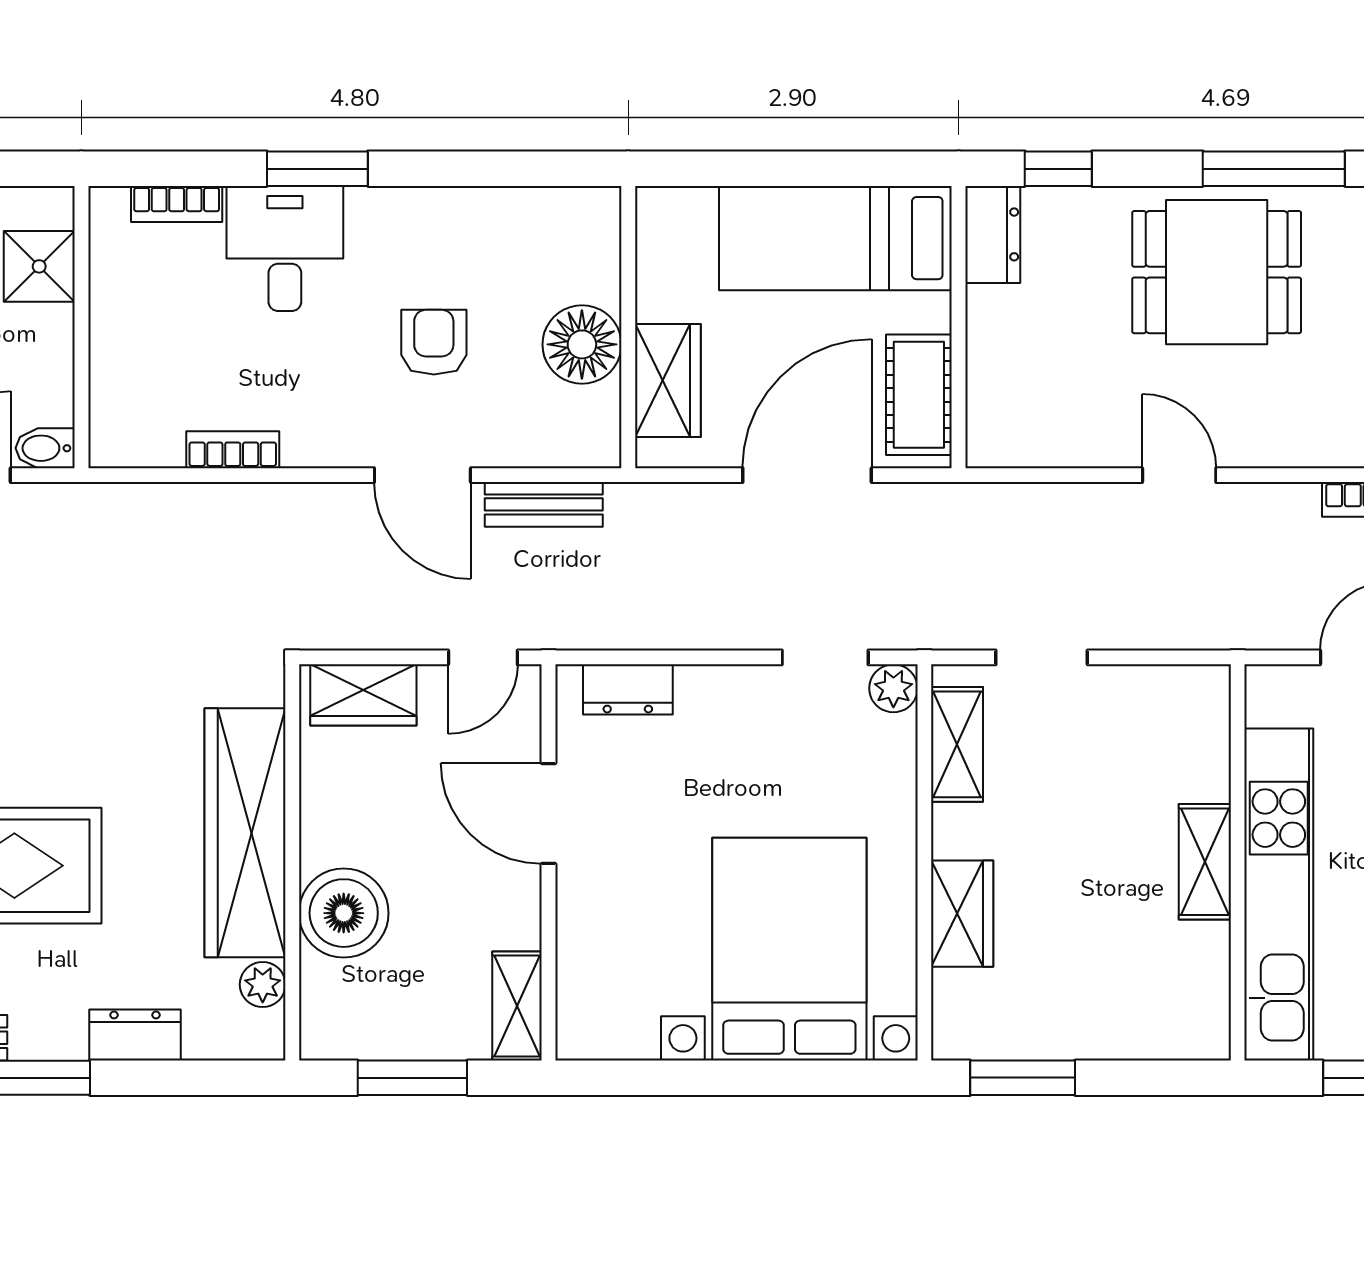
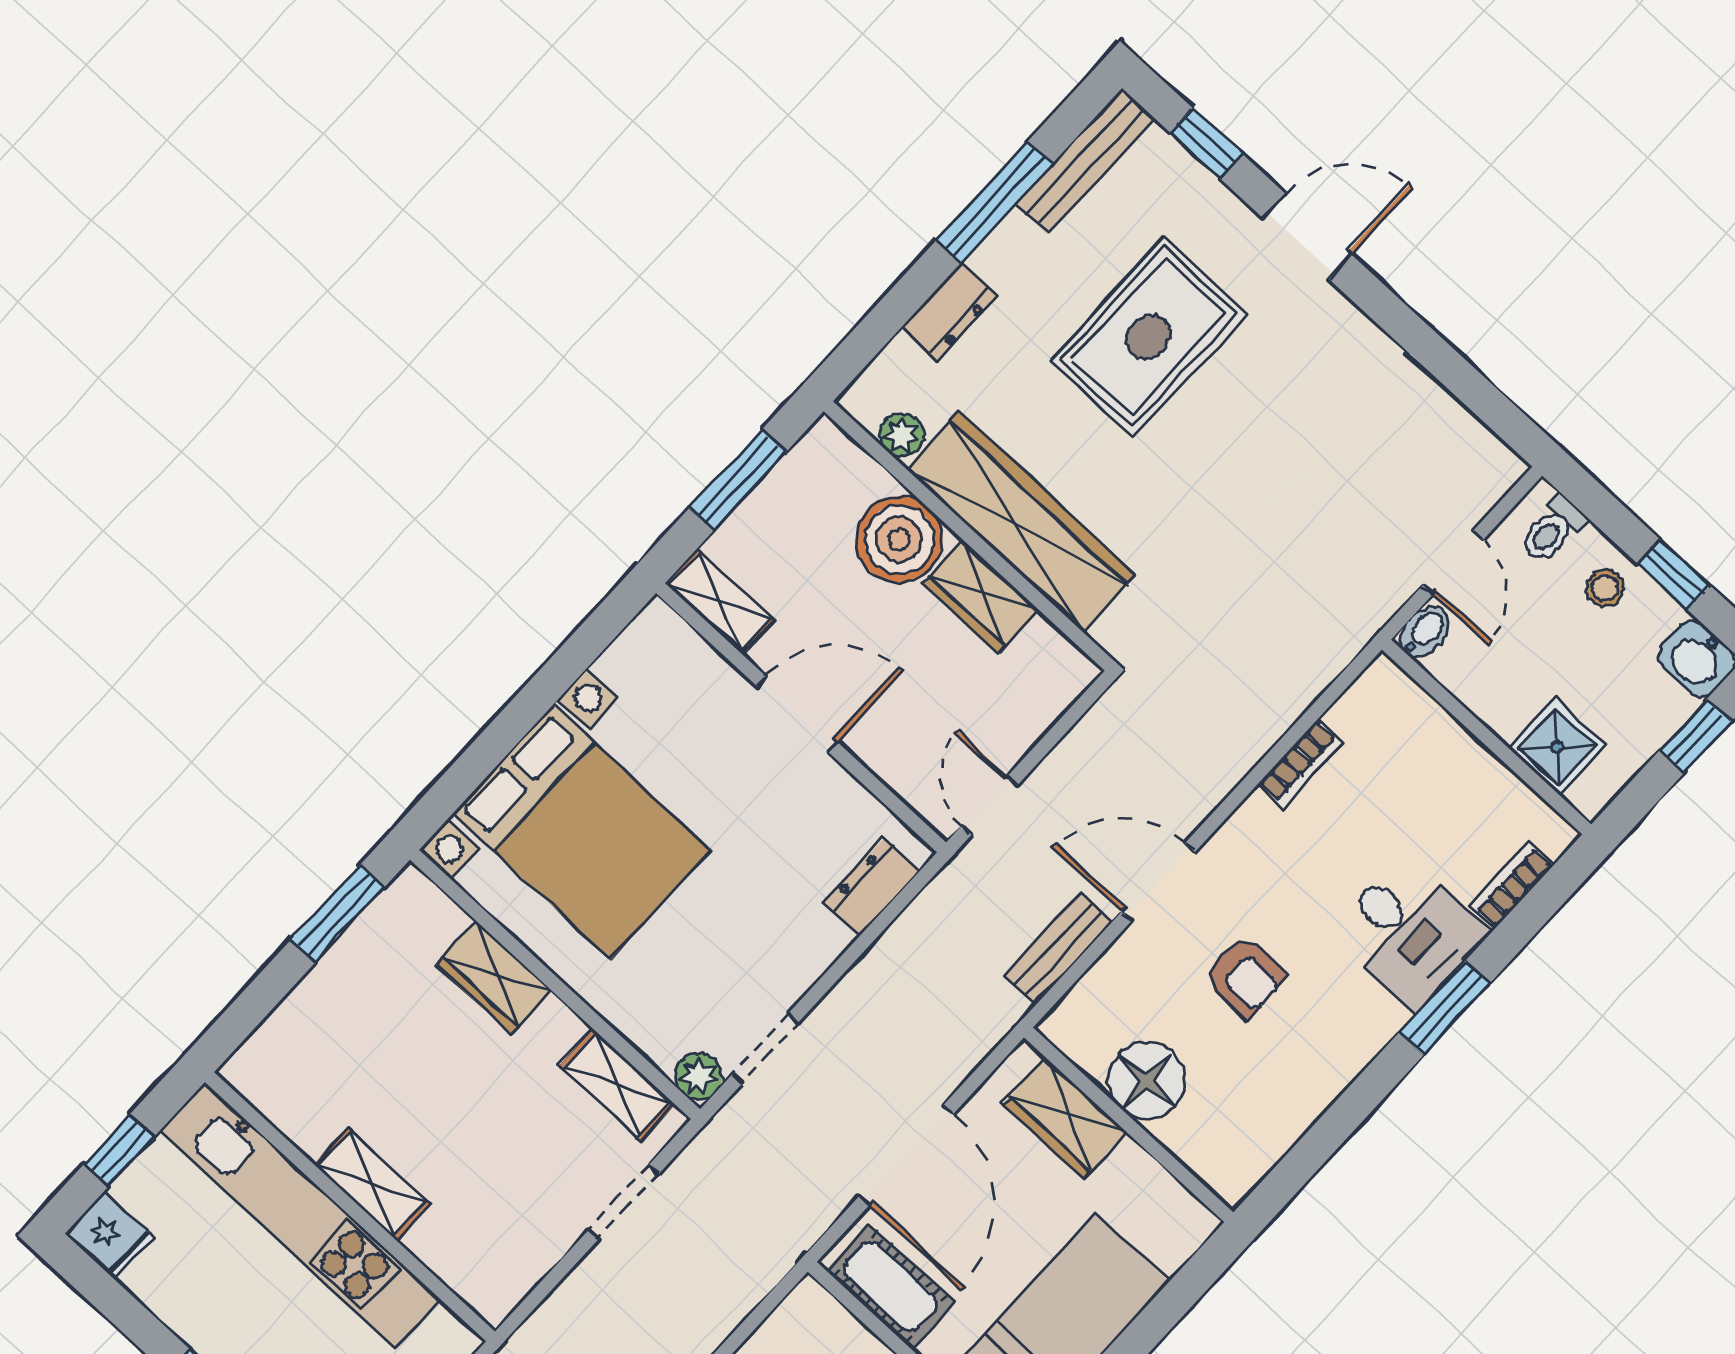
wardrobe: (363, 695) -> (981, 596), moved, turned -90
door: (548, 814) -> (797, 714), moved

